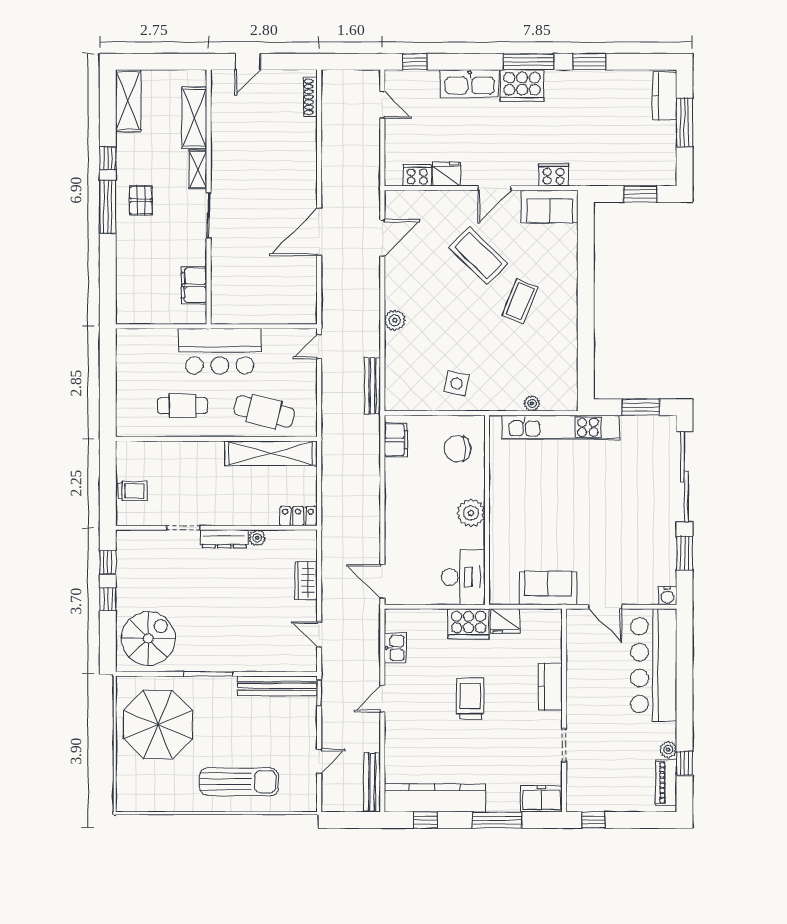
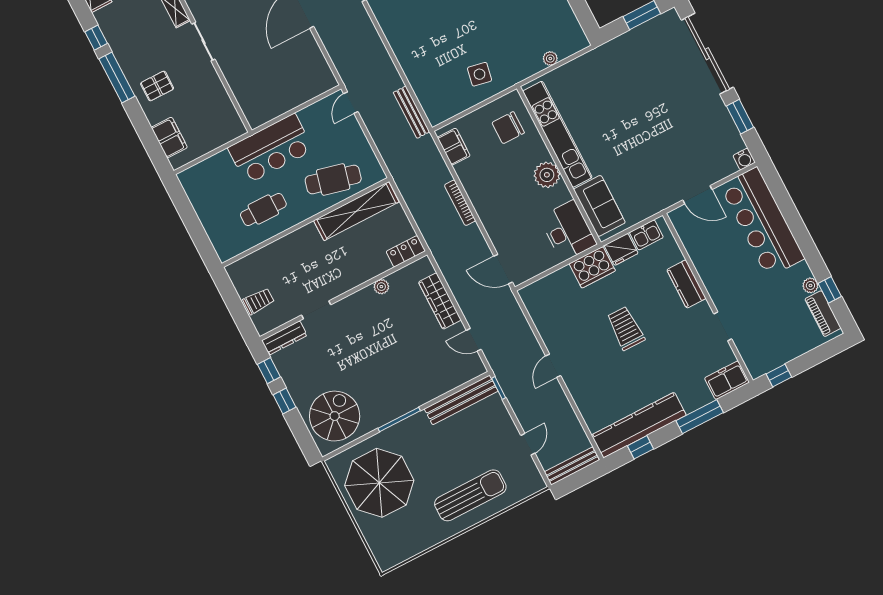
pallet: (141, 200) -> (157, 86), moved, turned 90
filing cabinet: (194, 285) -> (169, 137), moved, turned 180
plant: (395, 320) -> (402, 49), removed
kitchen unit: (561, 427) -> (557, 134), moved, turned -90
bookcase: (374, 497) -> (460, 203), added
dresser: (224, 539) -> (284, 338), moved
wardrobe: (306, 581) -> (440, 301), width x1.50
sofa: (548, 588) -> (599, 206), moved, turned 90
kitchen sink: (395, 648) -> (646, 235), moved, turned 90
bench: (372, 782) -> (572, 466), moved, turned 90

